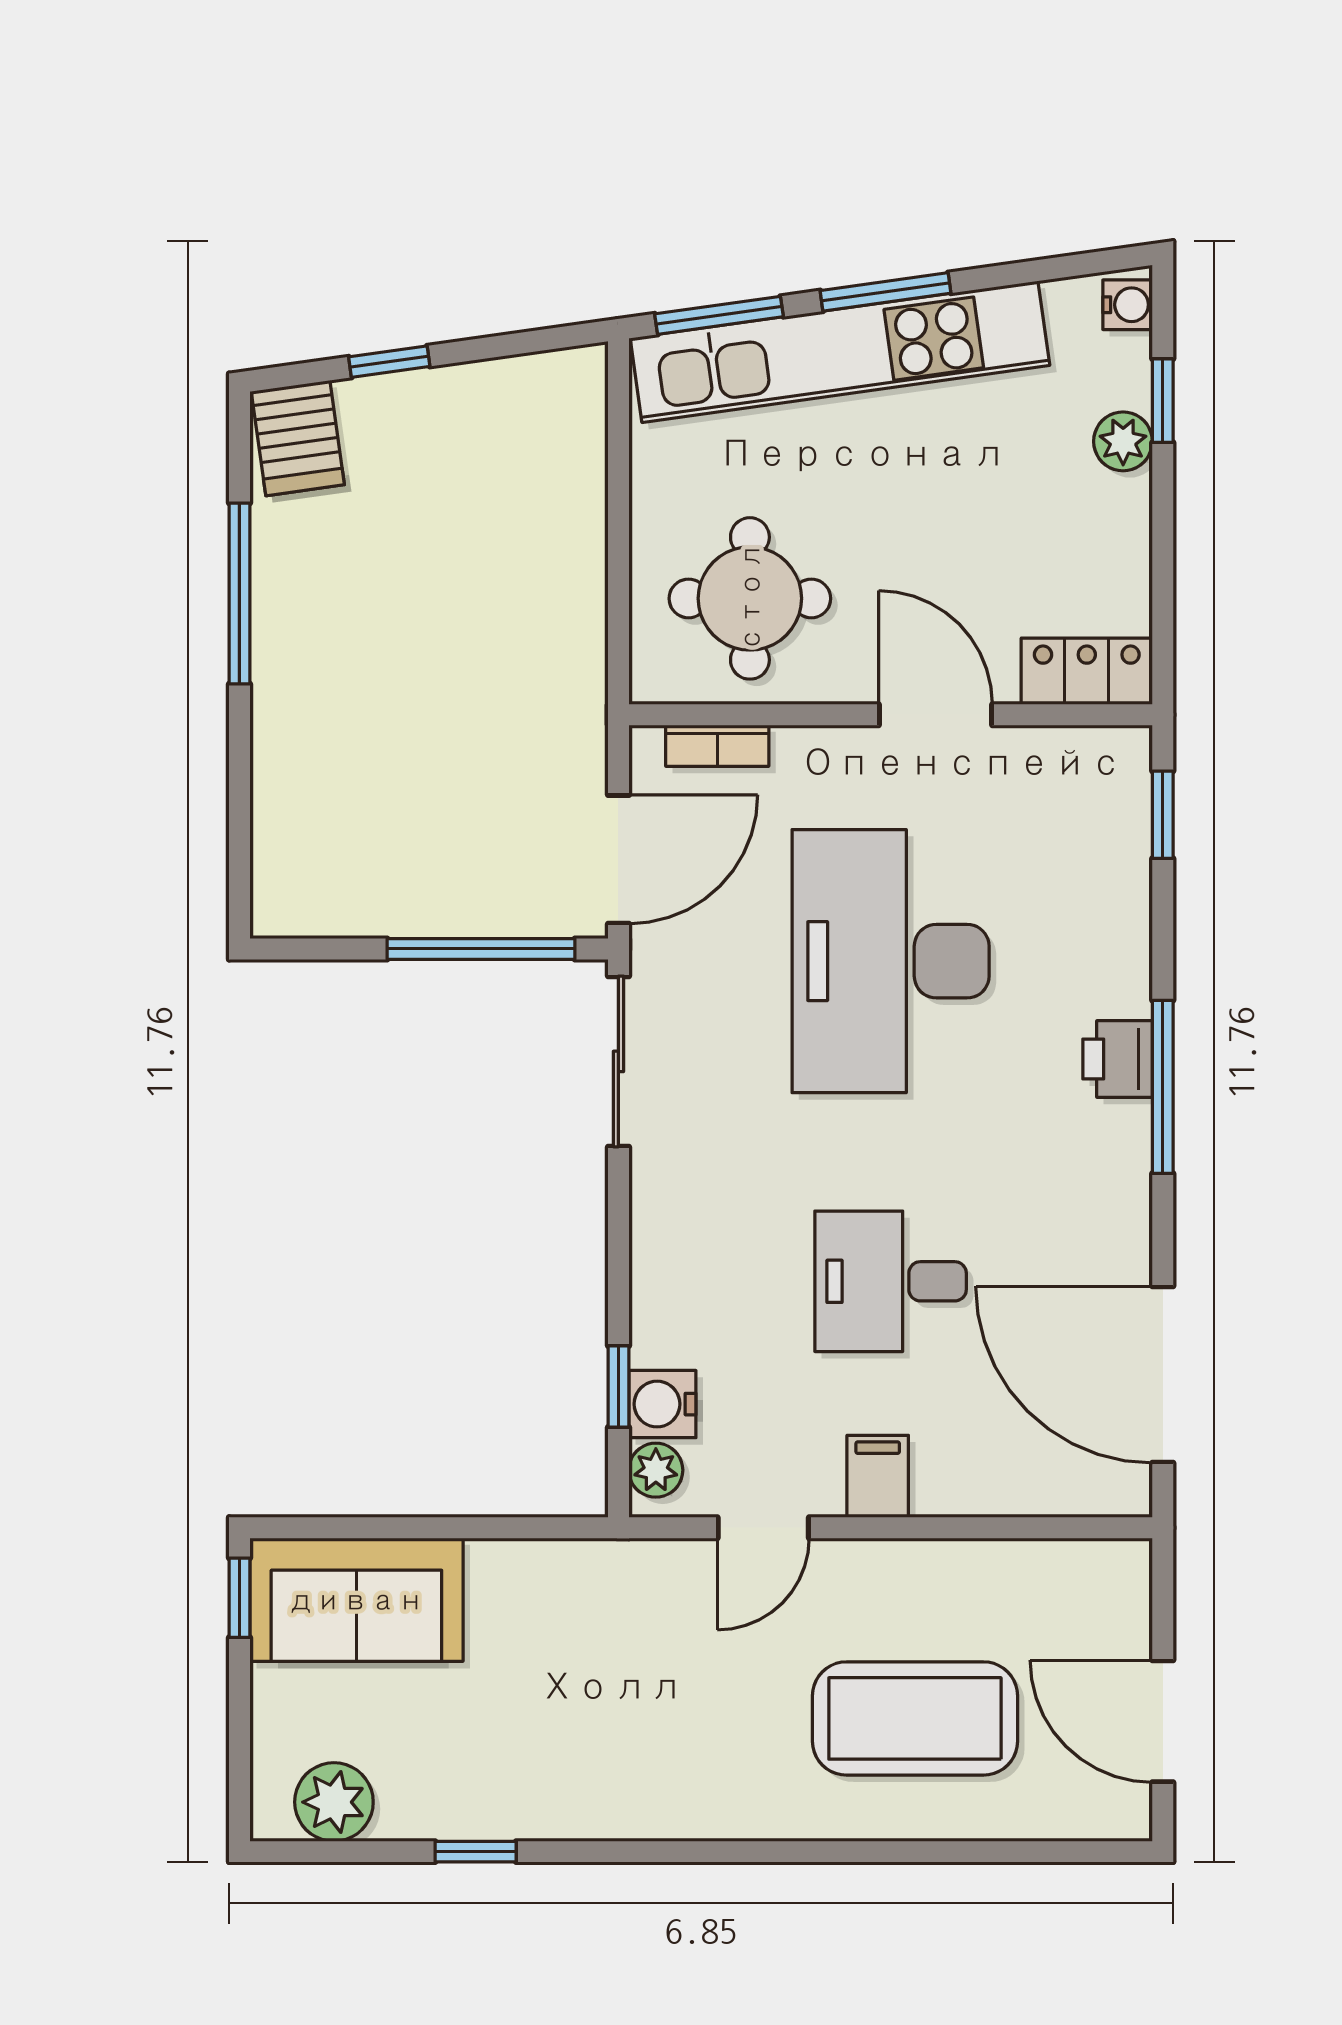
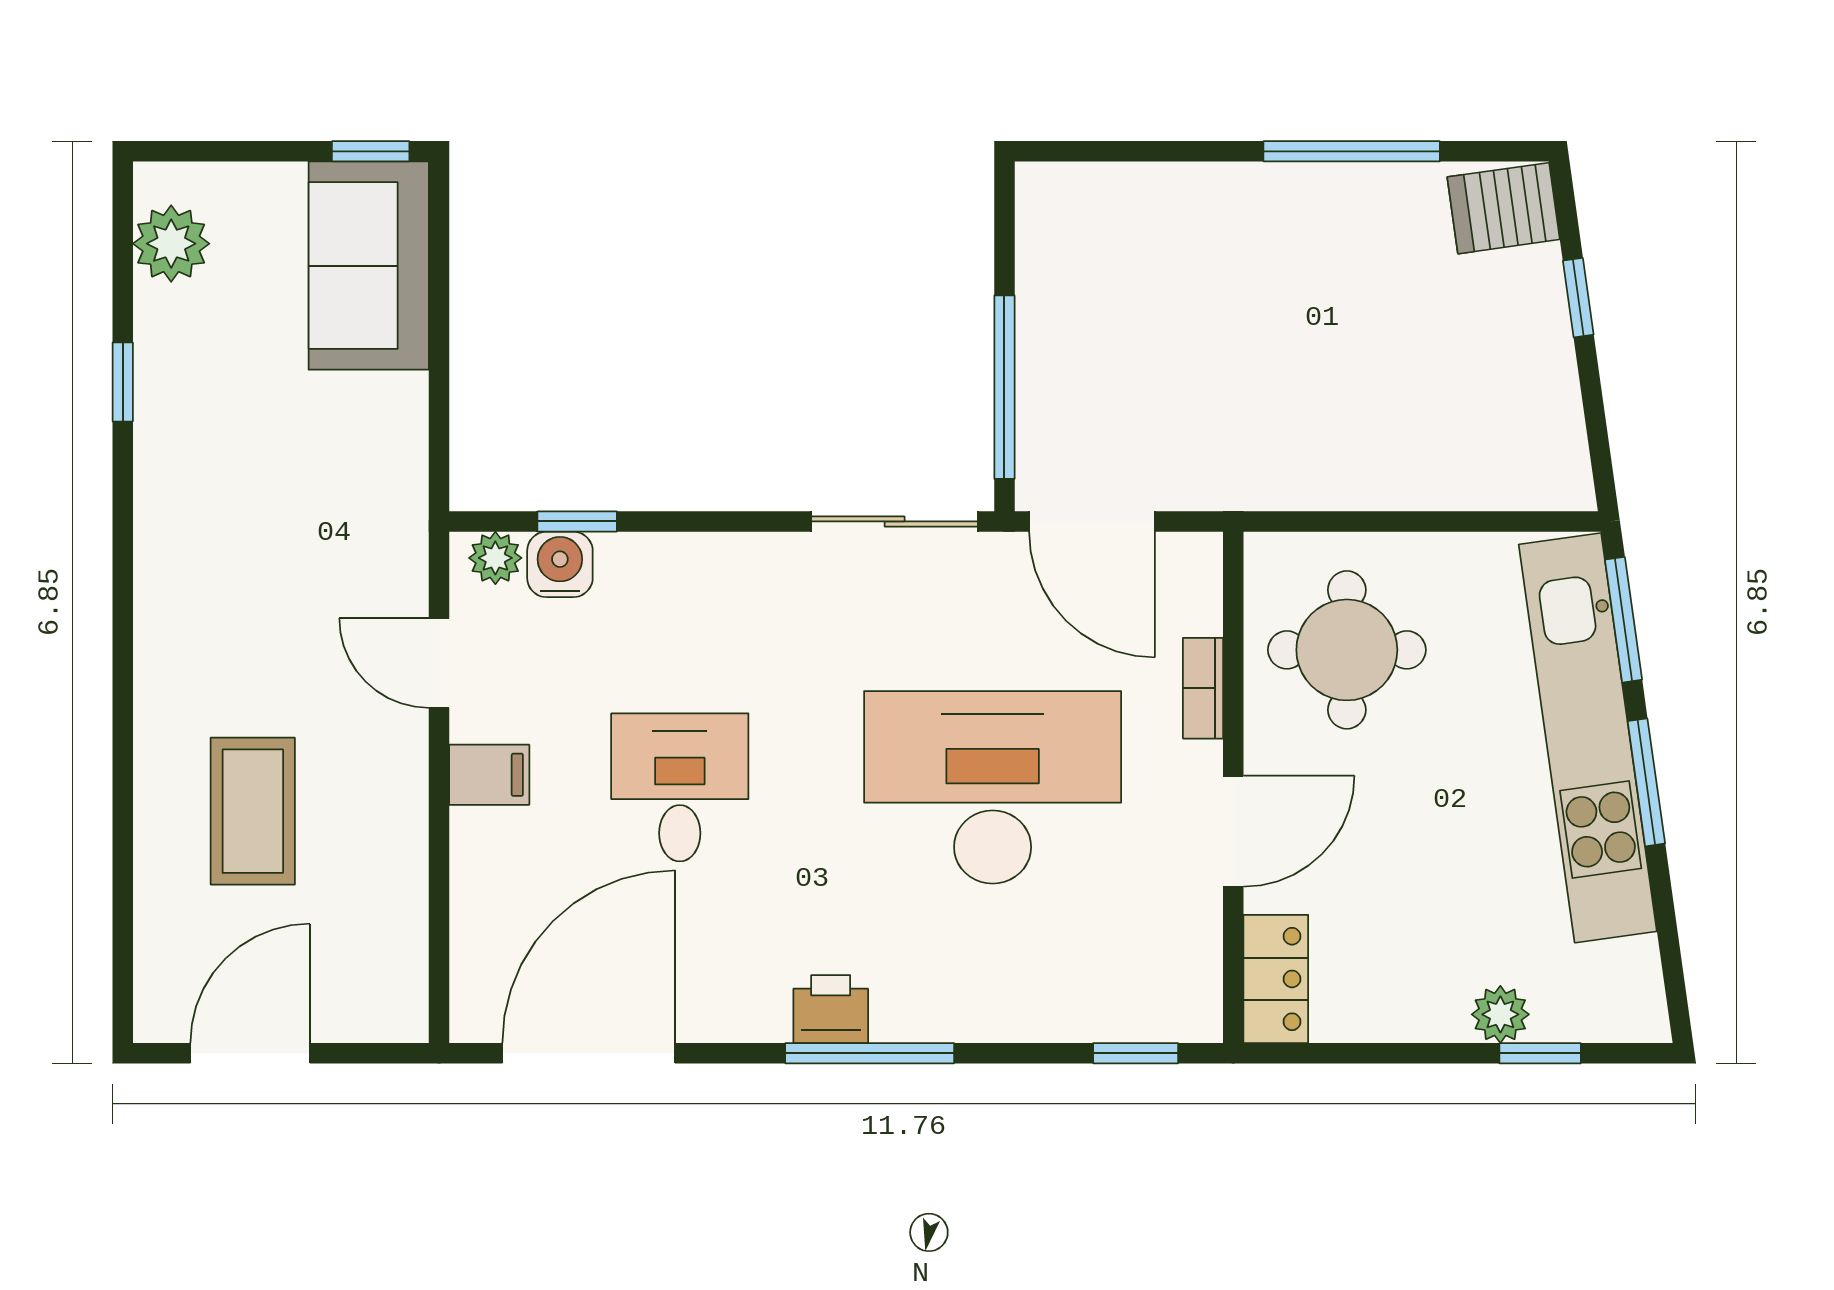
water cooler: (1128, 305) -> (1634, 1019), removed
bookcase: (717, 746) -> (1203, 688), moved
printer: (1118, 1059) -> (831, 1009), moved
coffee table: (915, 1718) -> (253, 811), width x0.73, depth x0.76

